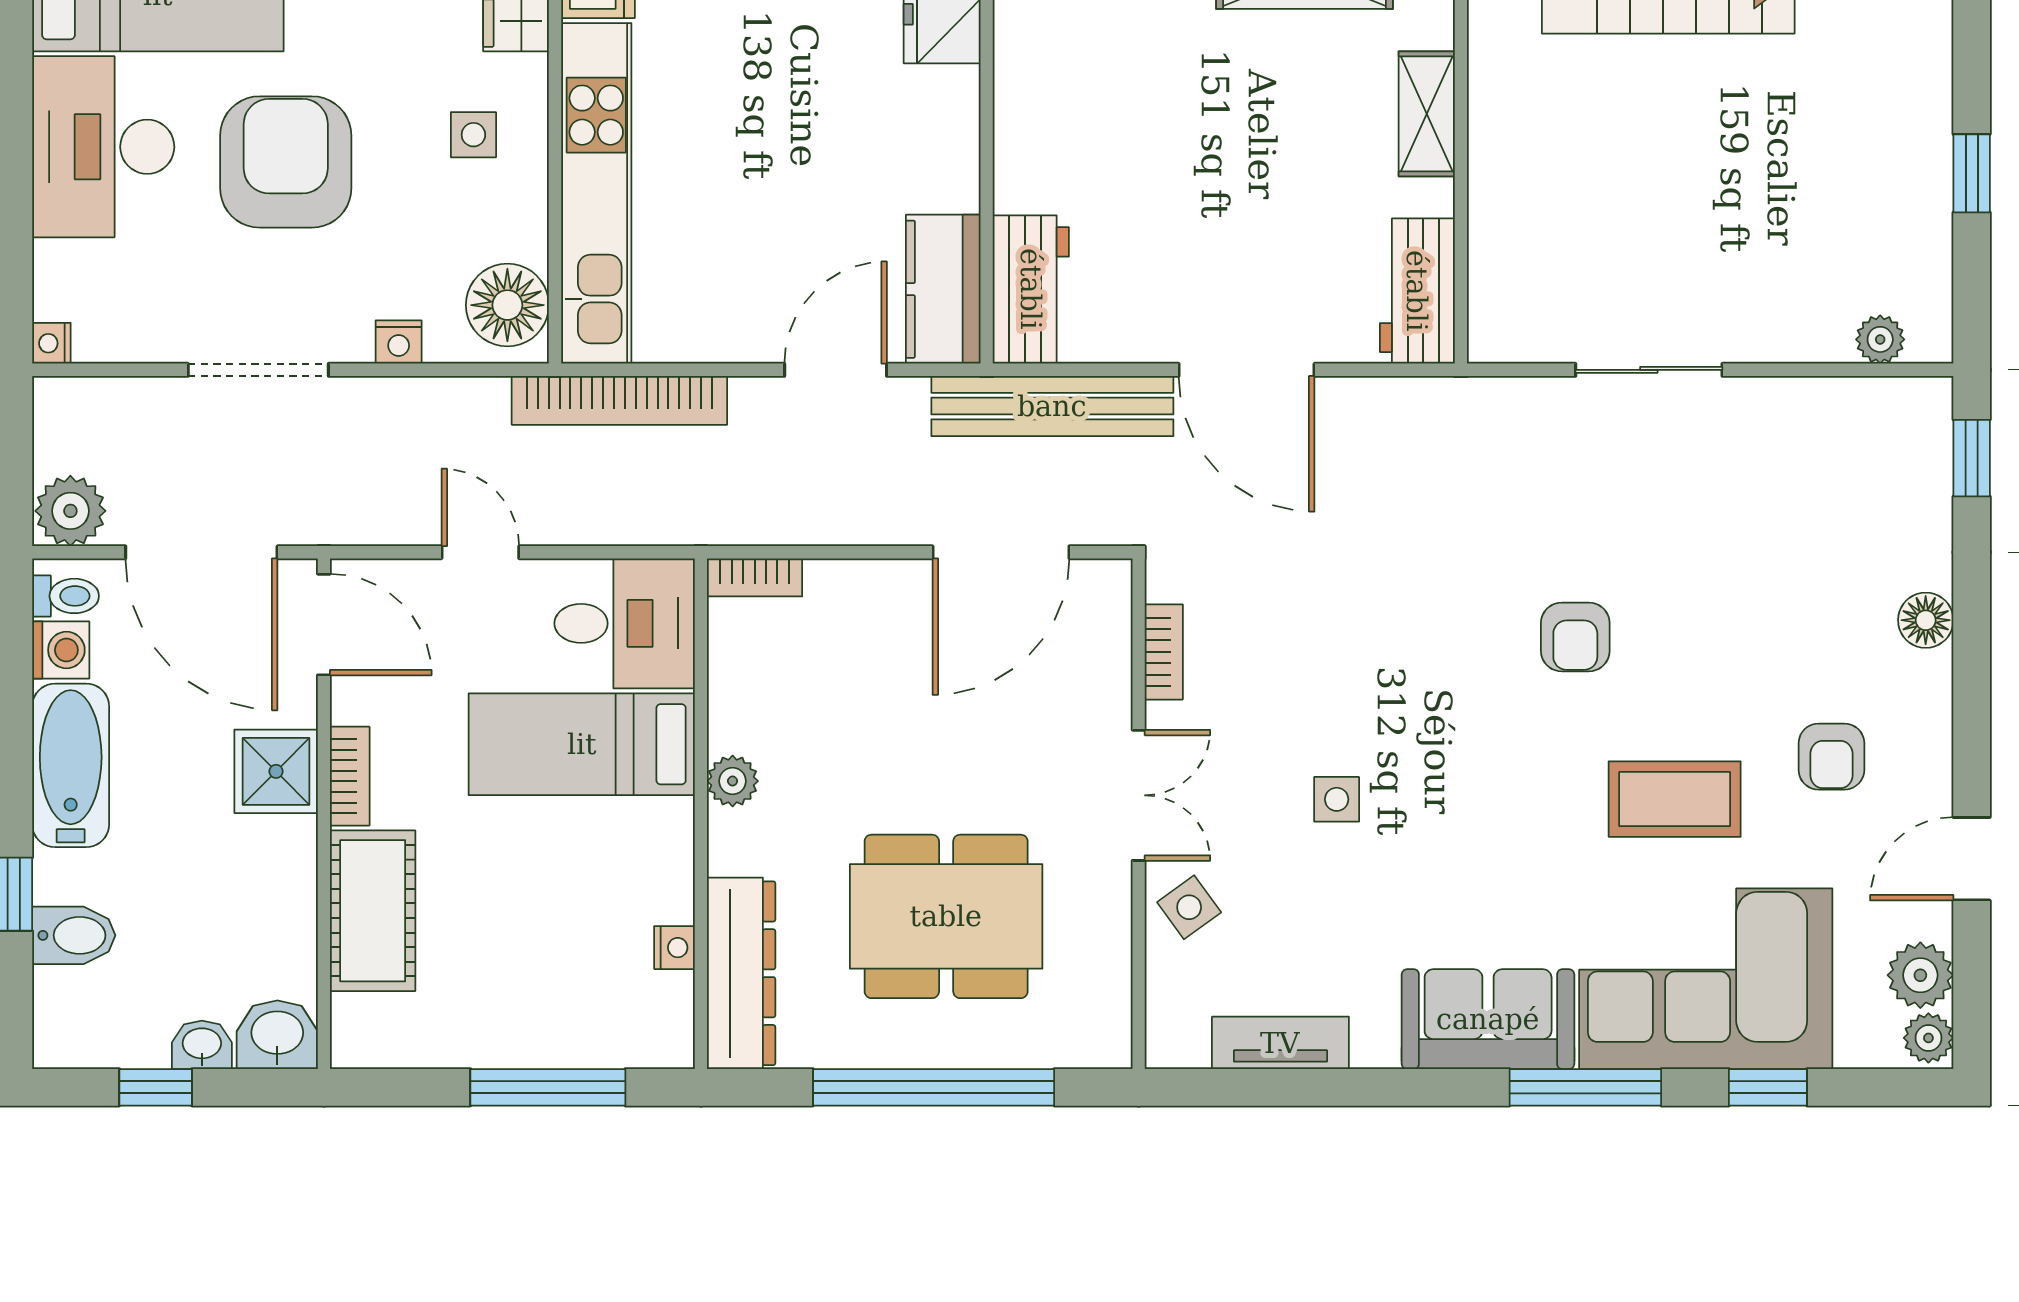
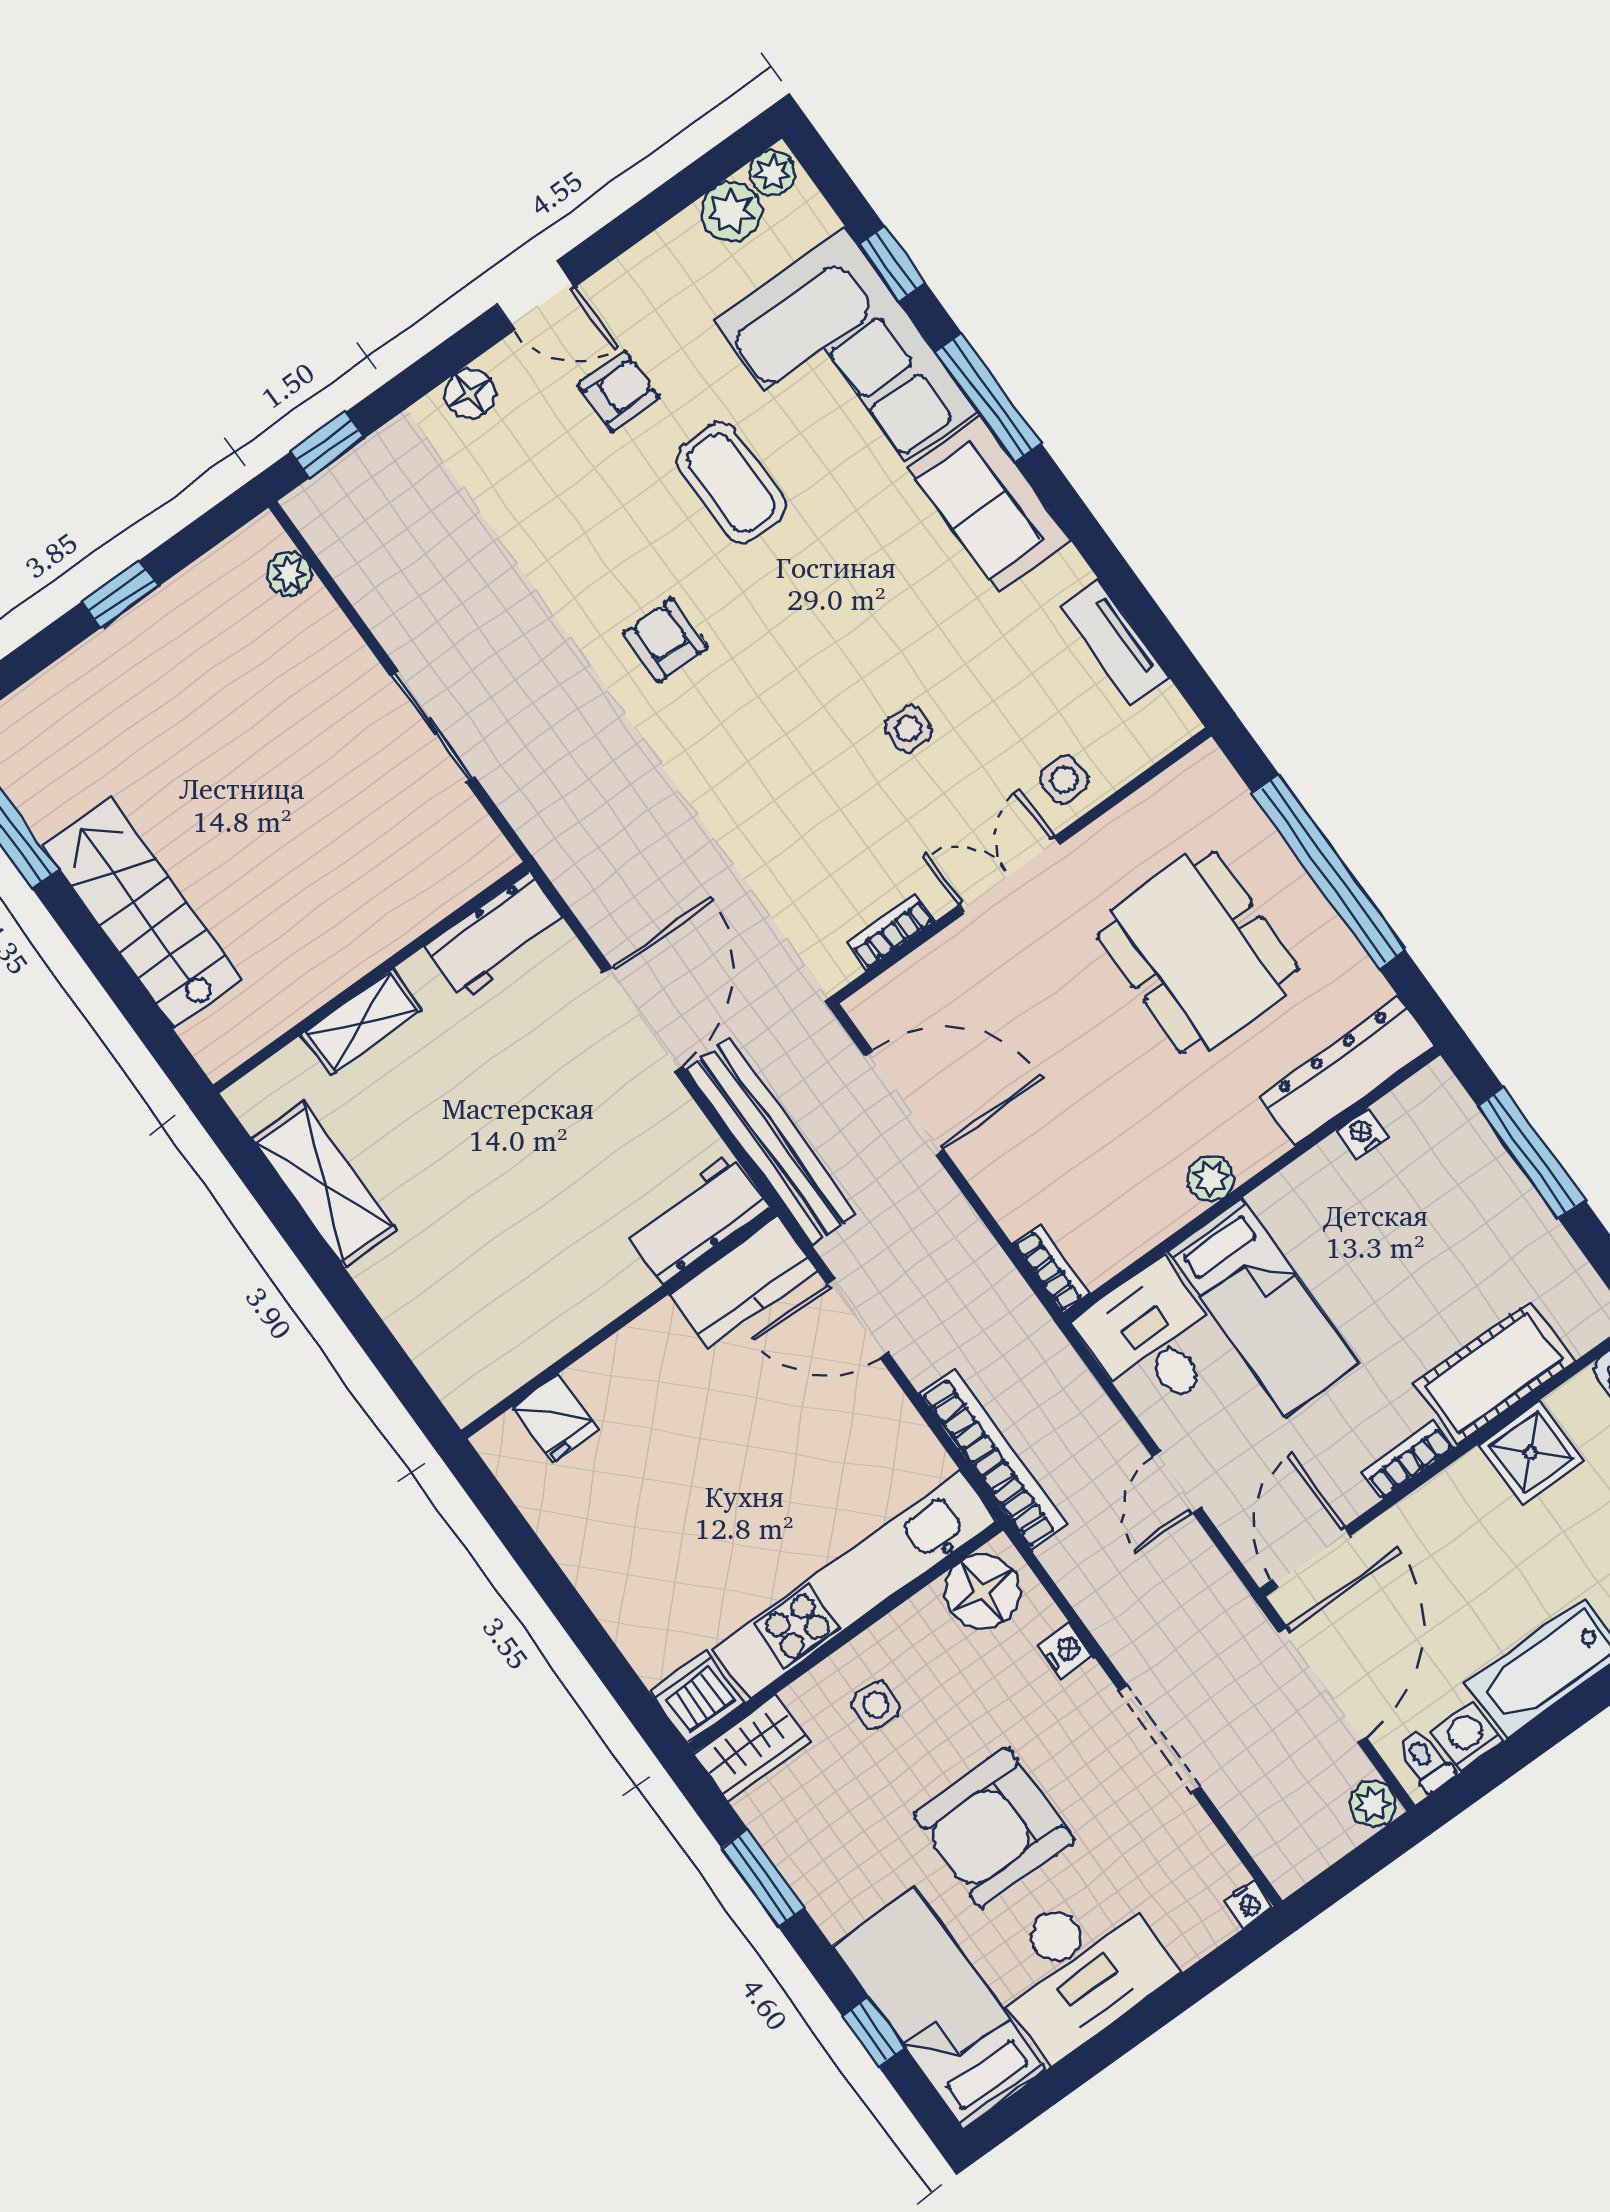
plant: (70, 511) -> (1373, 1804), width x0.73, depth x0.73
armchair: (1575, 637) -> (665, 640), turned -90
shower: (276, 771) -> (1531, 1453), moved
door: (1972, 859) -> (535, 296), moved
side table: (1189, 907) -> (1064, 780), turned 34

